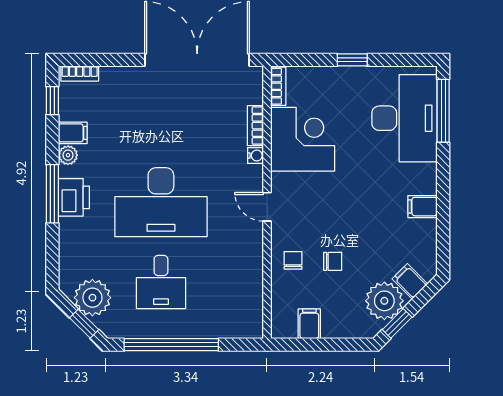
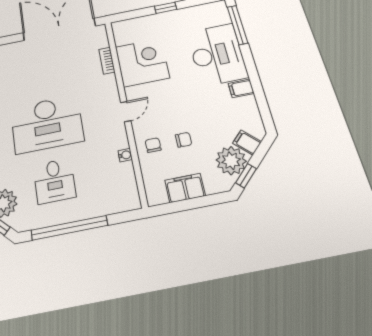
bookcase: (278, 86) -> (118, 33), removed
desk: (404, 118) -> (217, 55), moved
water cooler: (255, 156) -> (125, 155), moved
door: (267, 207) -> (126, 112), swing flipped
filing cabinet: (309, 324) -> (185, 188), width x2.00

